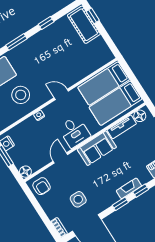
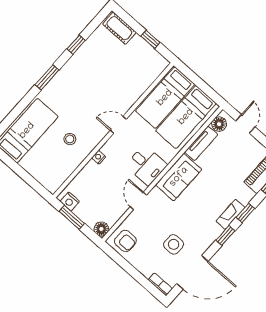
window: (93, 16) -> (150, 39), moved
cot: (84, 25) -> (119, 28), width x0.73, depth x0.75
stool: (21, 95) -> (70, 139), width x0.53, depth x0.53

